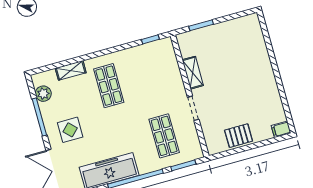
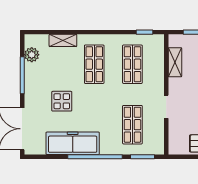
shelving: (193, 73) -> (175, 62), moved
shop shelf: (147, 75) -> (132, 64), added
display table: (70, 130) -> (62, 101), moved

